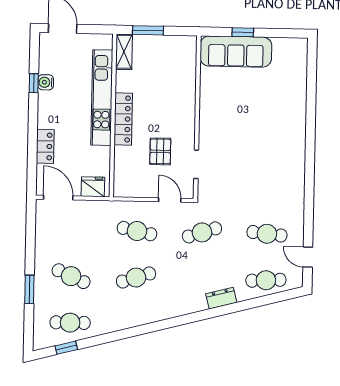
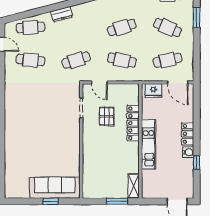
water cooler: (46, 82) -> (188, 152), moved
kitchen unit: (102, 98) -> (148, 144), width x0.73
locker: (123, 119) -> (133, 123), moved
locker: (45, 146) -> (188, 134), moved
cafe table: (72, 230) -> (167, 60), added

